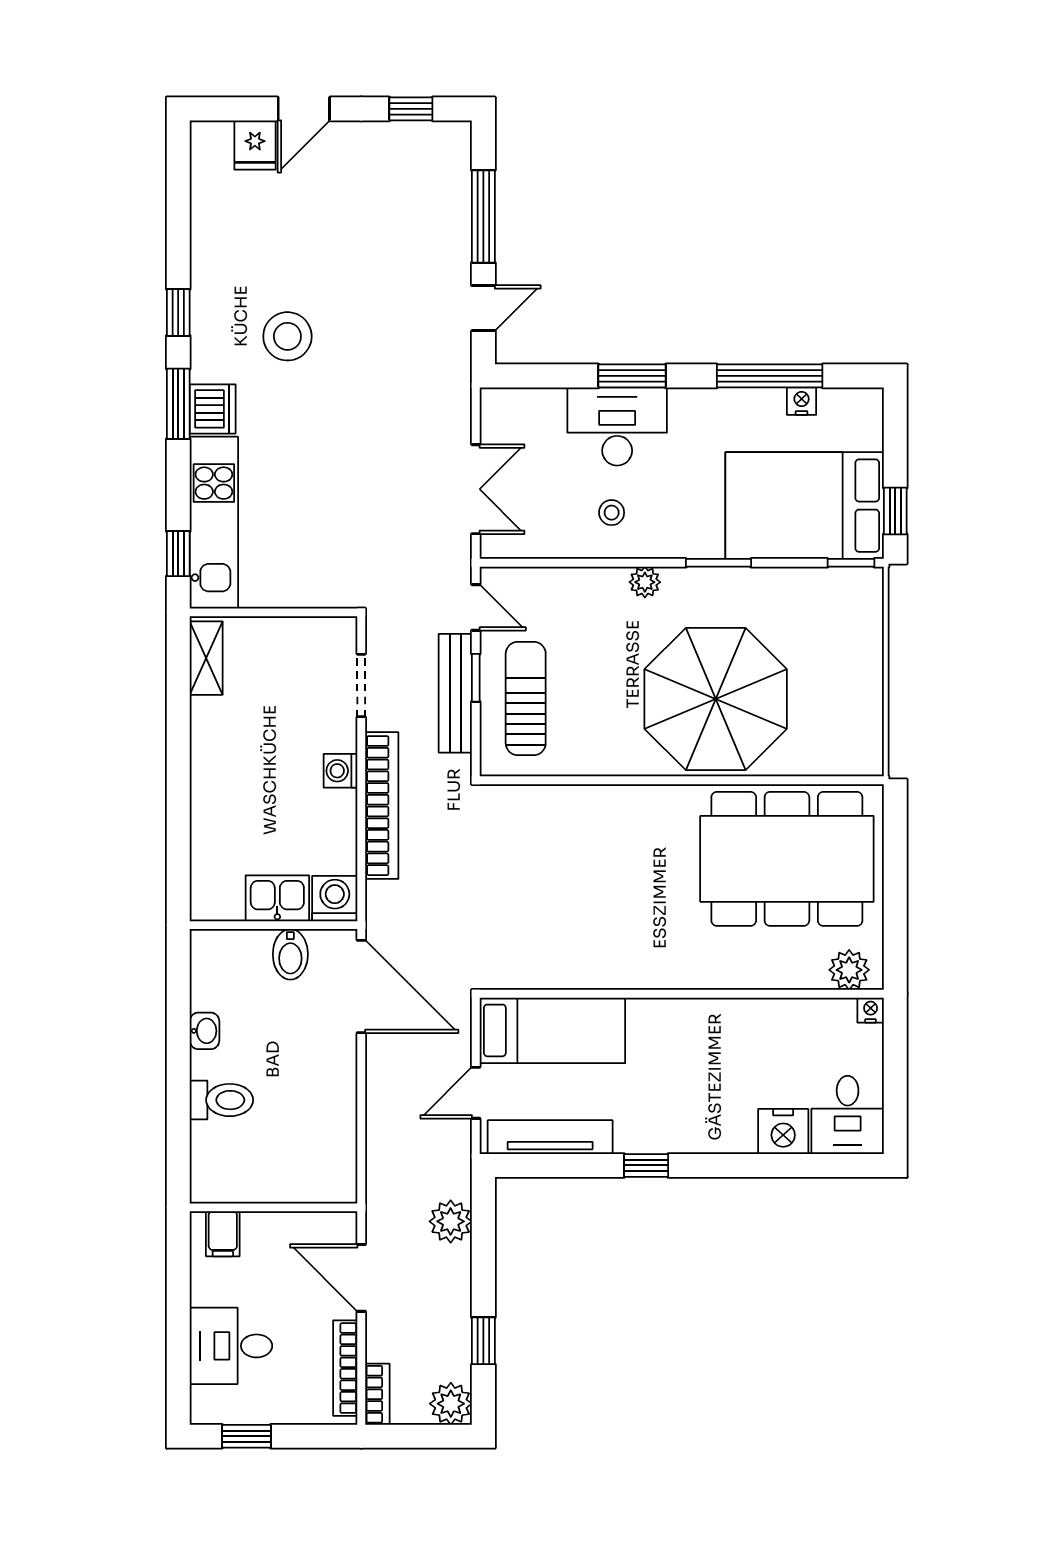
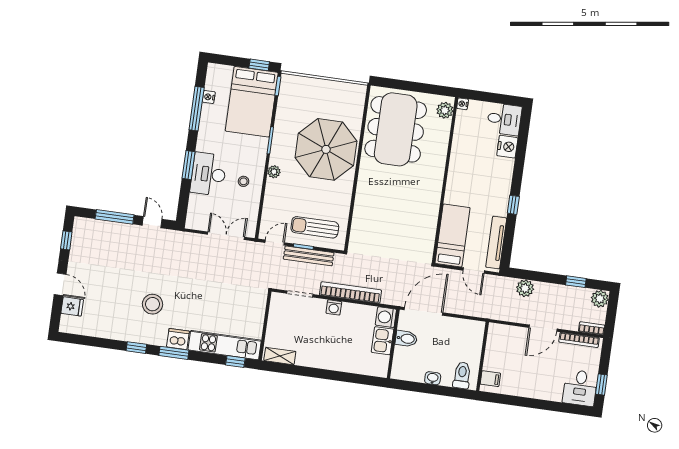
wall: (274, 1207) -> (482, 356), moved
filing cabinet: (223, 1234) -> (490, 379), moved
desk: (231, 1346) -> (580, 388), moved

